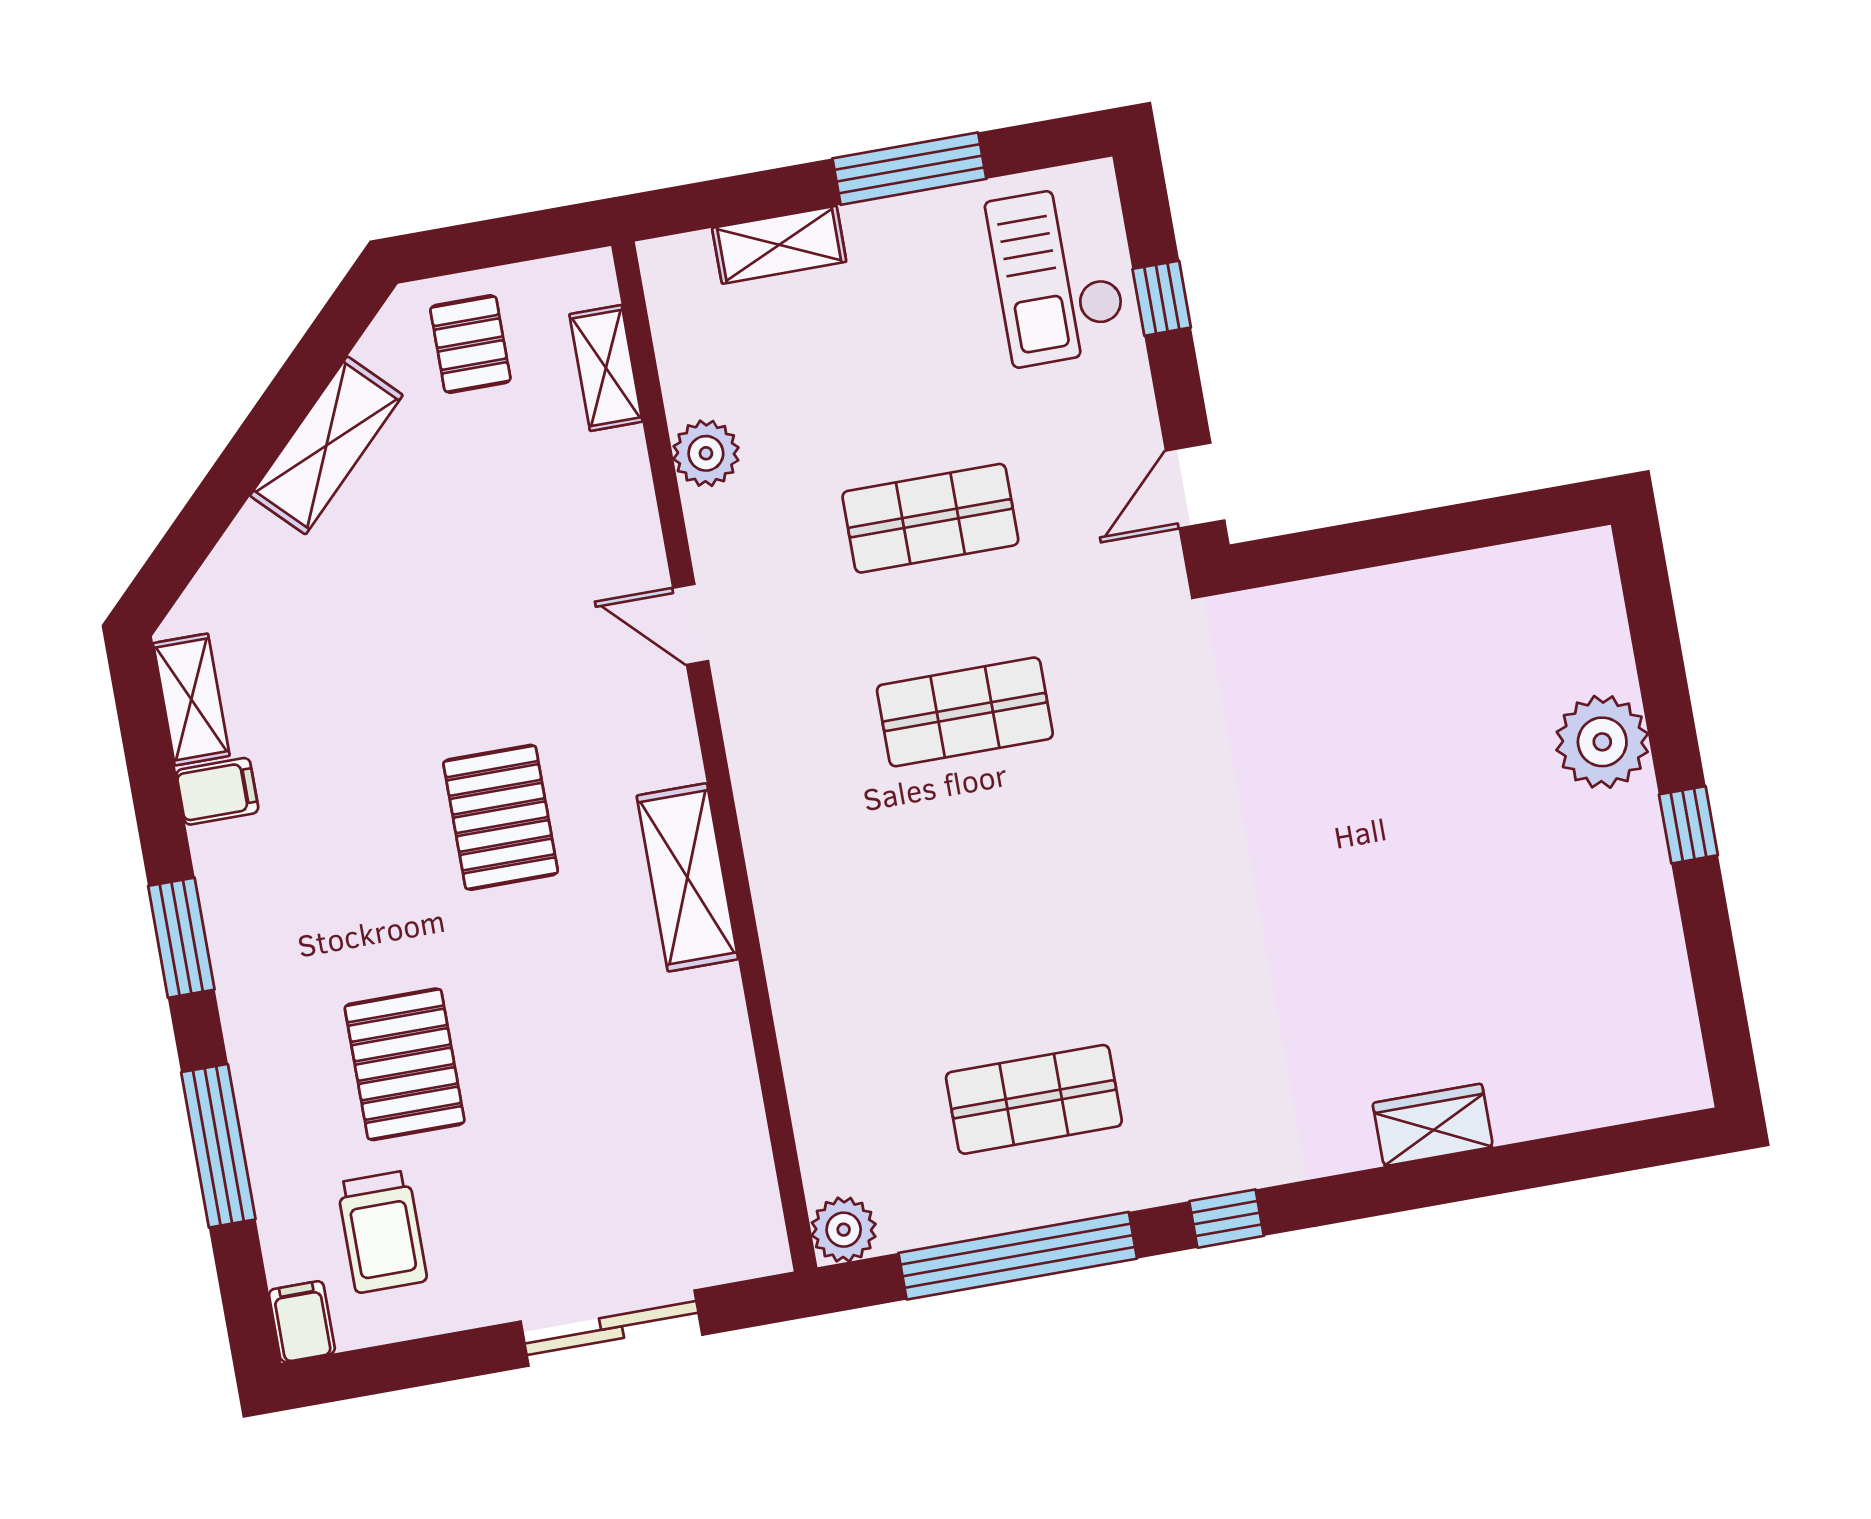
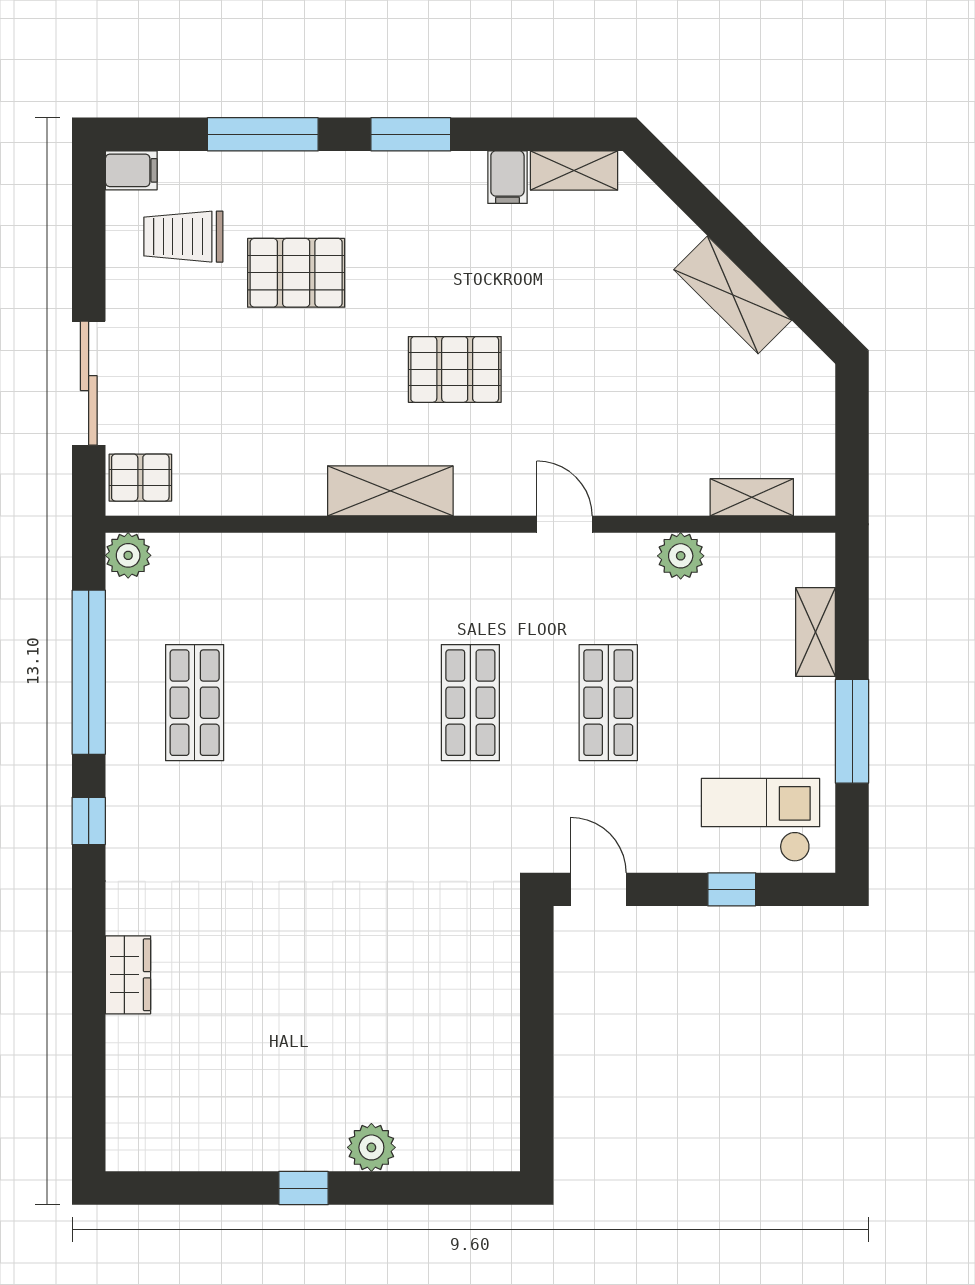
pallet: (470, 344) -> (140, 478), moved
door: (691, 624) -> (564, 524), hinge flipped
plant: (1602, 742) -> (371, 1147), width x0.73, depth x0.73

